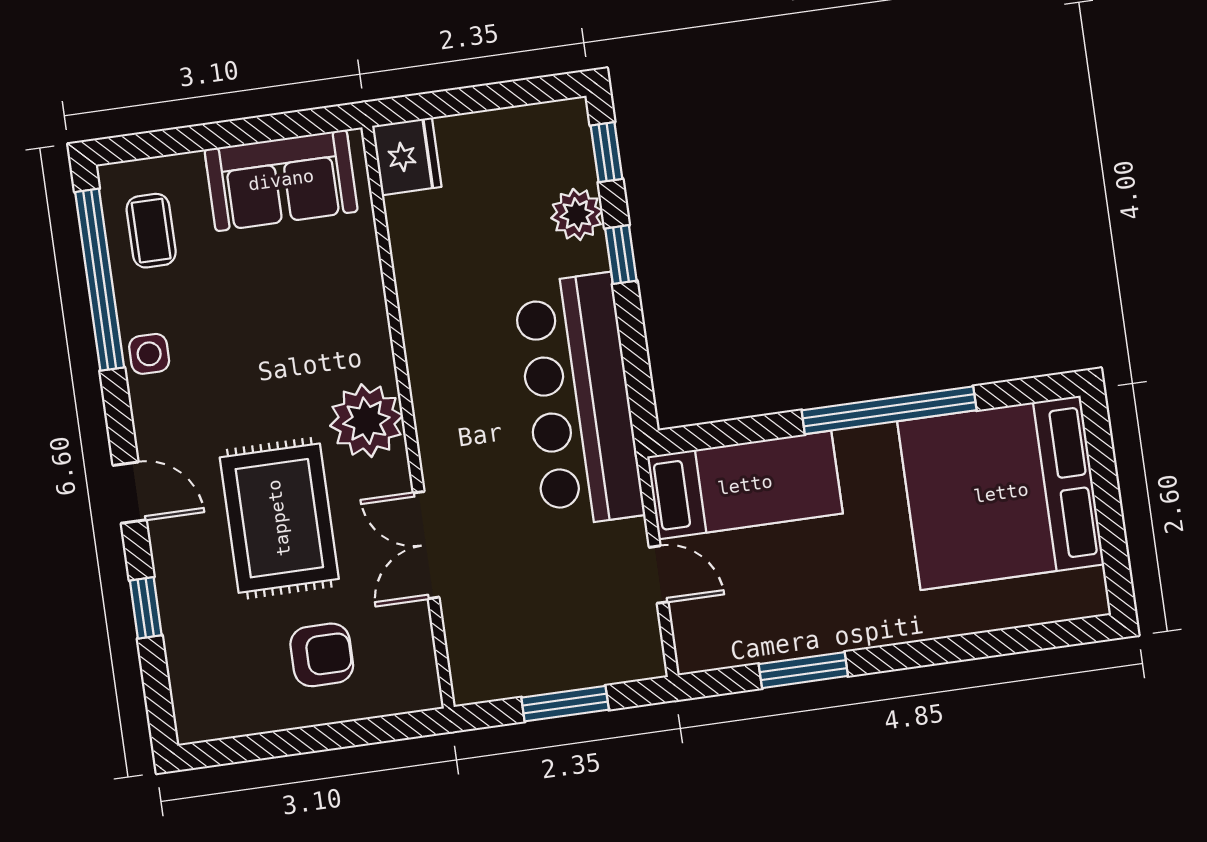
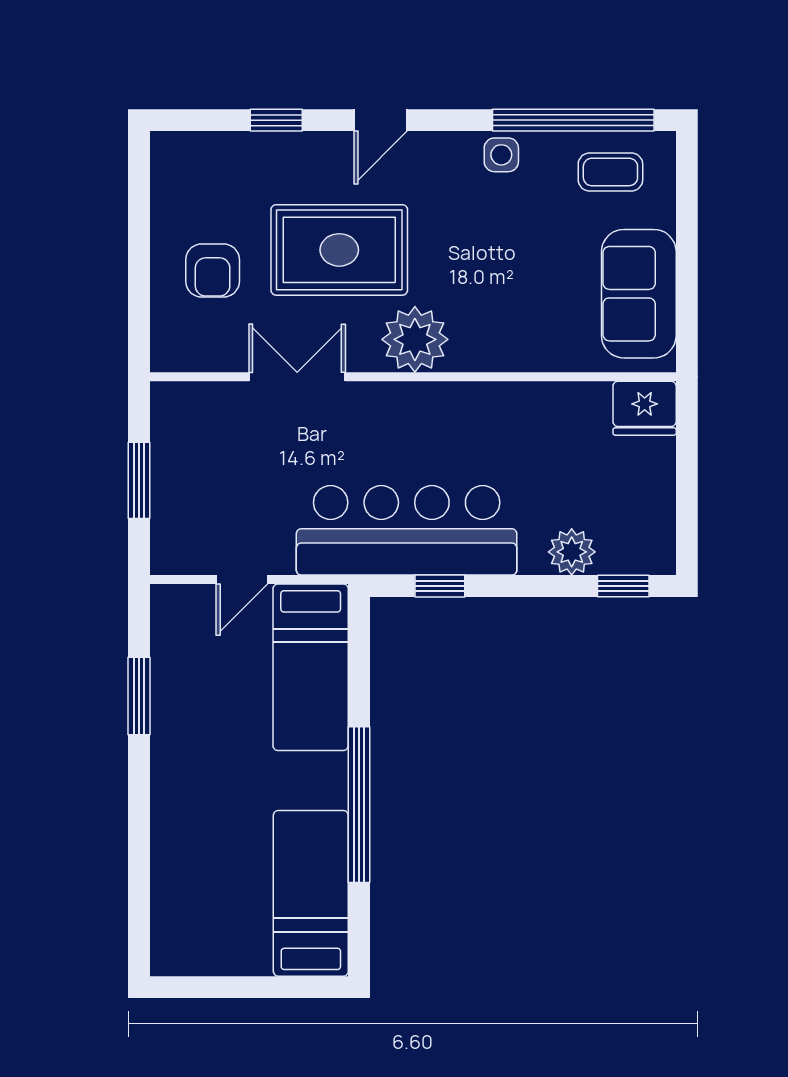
window: (621, 255) -> (440, 586), moved
bed: (1001, 493) -> (311, 893), width x0.49

